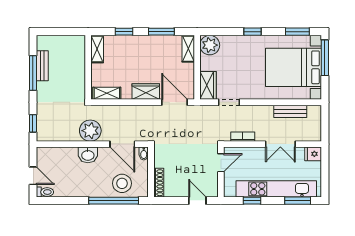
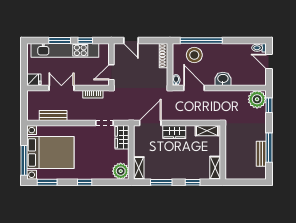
door: (174, 102) -> (150, 123), swing flipped
plant: (90, 131) -> (257, 99), moved
window: (298, 201) -> (60, 40), moved

